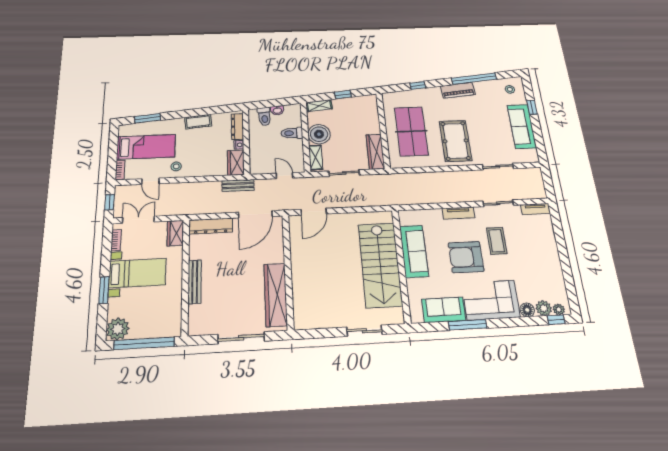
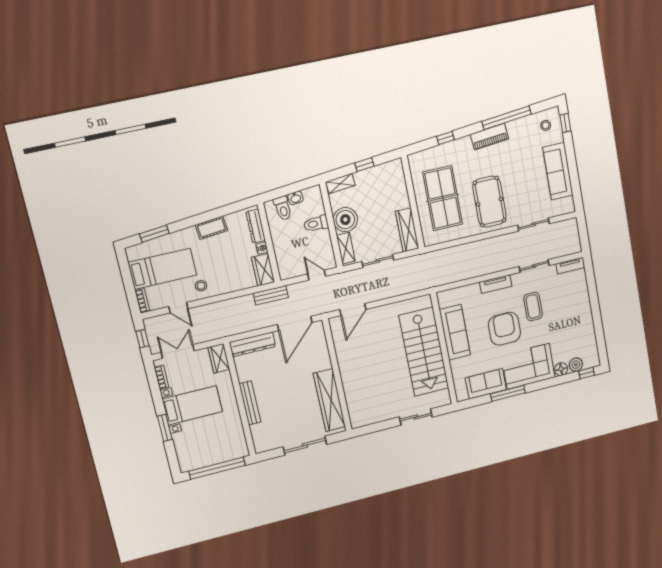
window: (532, 107) -> (565, 123), moved
armchair: (466, 257) -> (504, 329), turned 90
plant: (559, 309) -> (589, 363), removed
plant: (118, 329) -> (189, 460), removed

